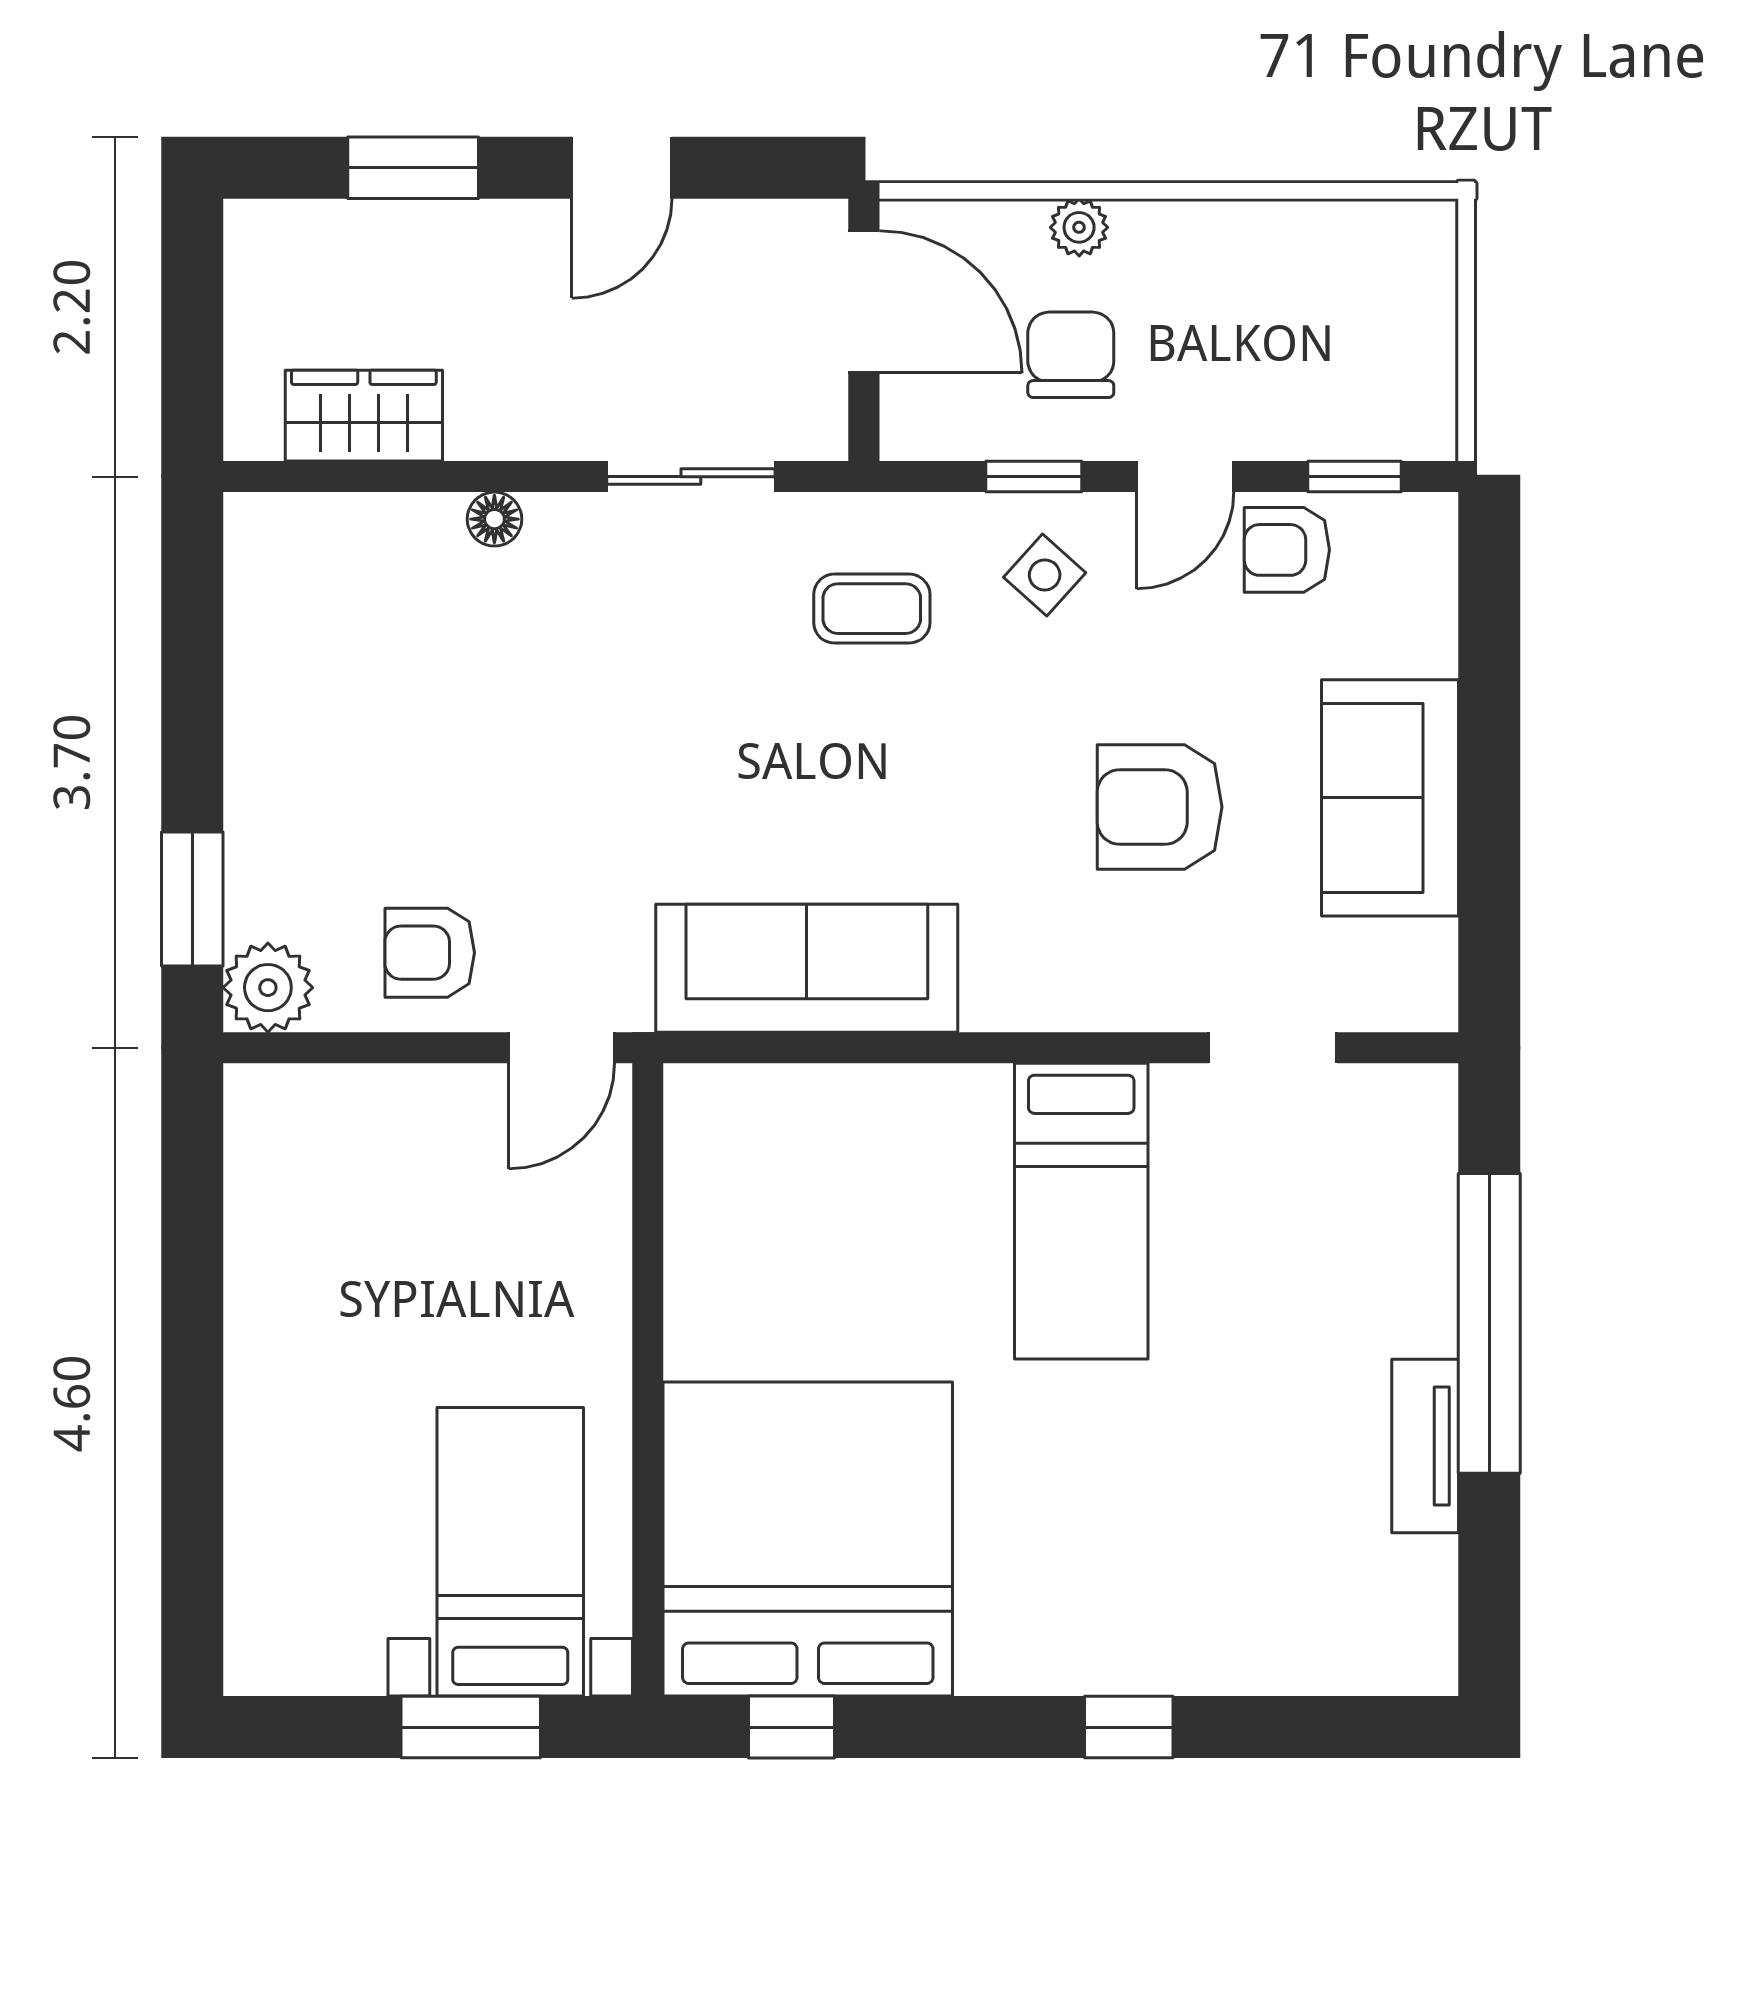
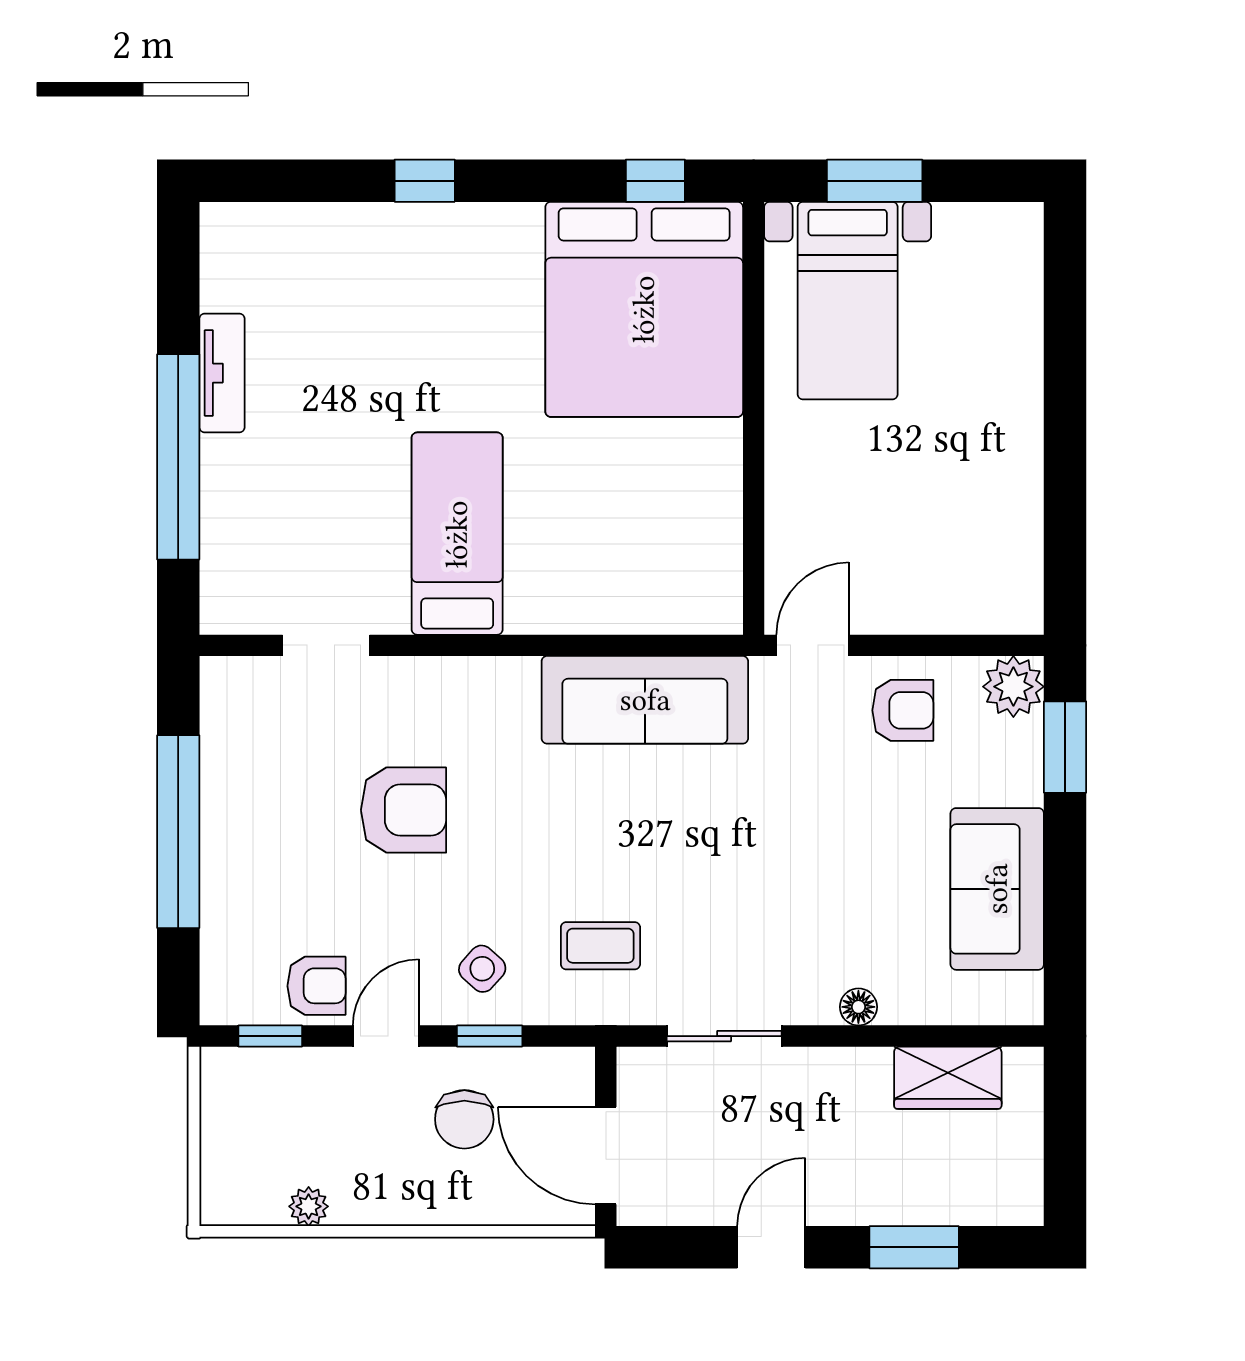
plant: (1079, 227) -> (309, 1206), moved
window: (1489, 775) -> (178, 832), added
sofa: (1390, 798) -> (997, 889), moved, turned 180

